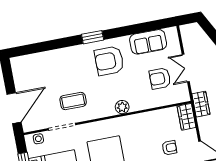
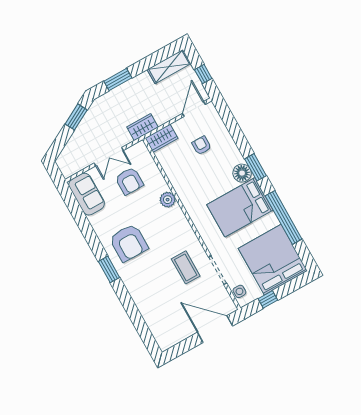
sofa: (148, 42) -> (87, 194), moved
plant: (122, 107) -> (168, 200), moved

